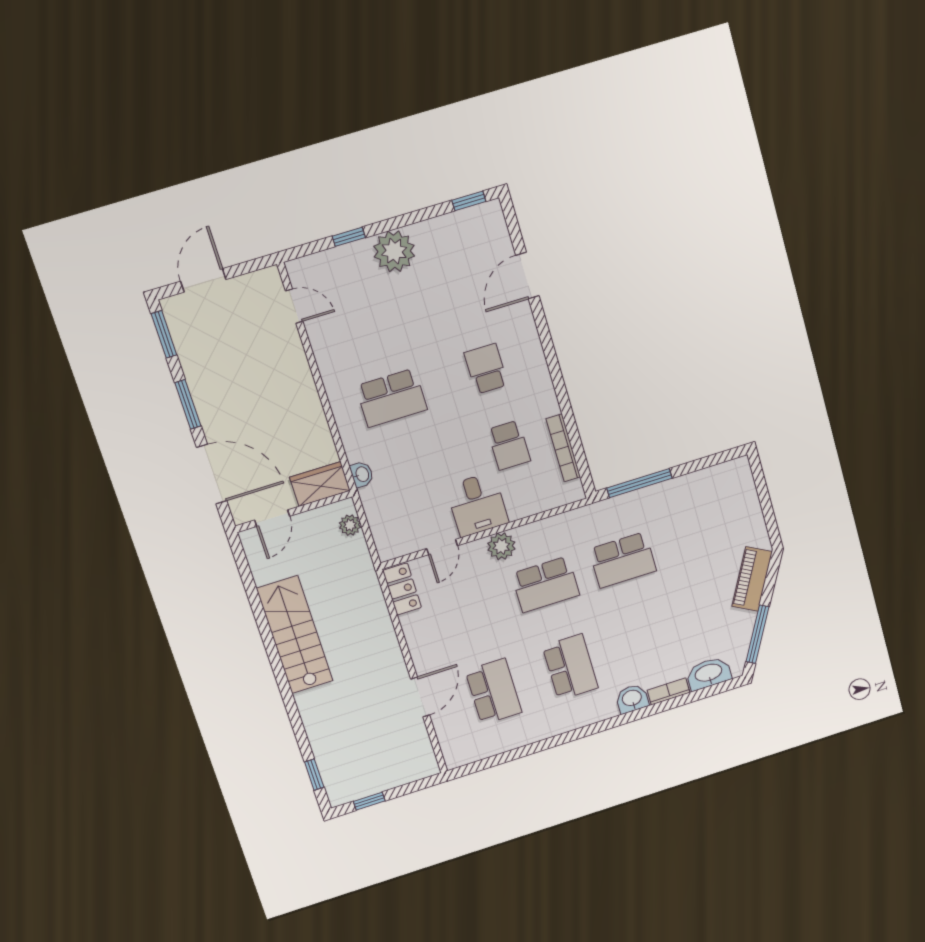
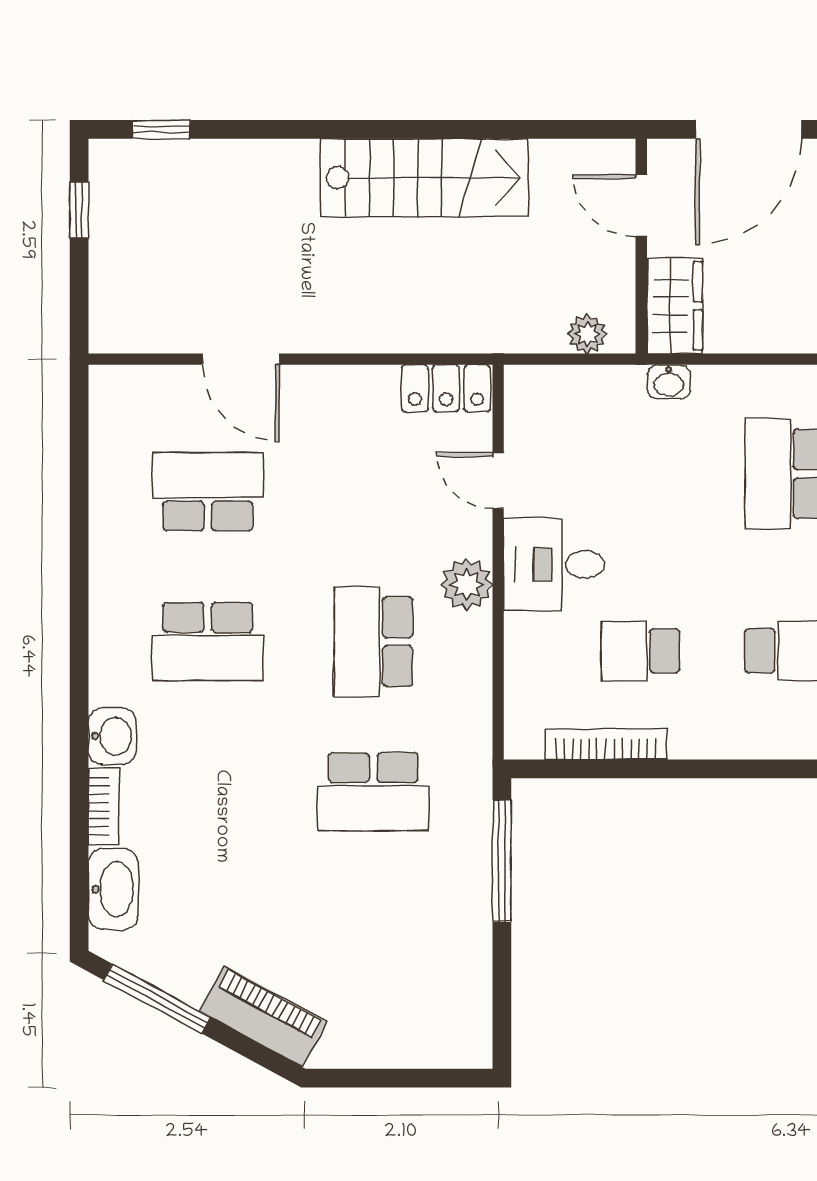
school desk: (623, 560) -> (373, 792), turned -90
school desk: (494, 692) -> (208, 492), turned 180

